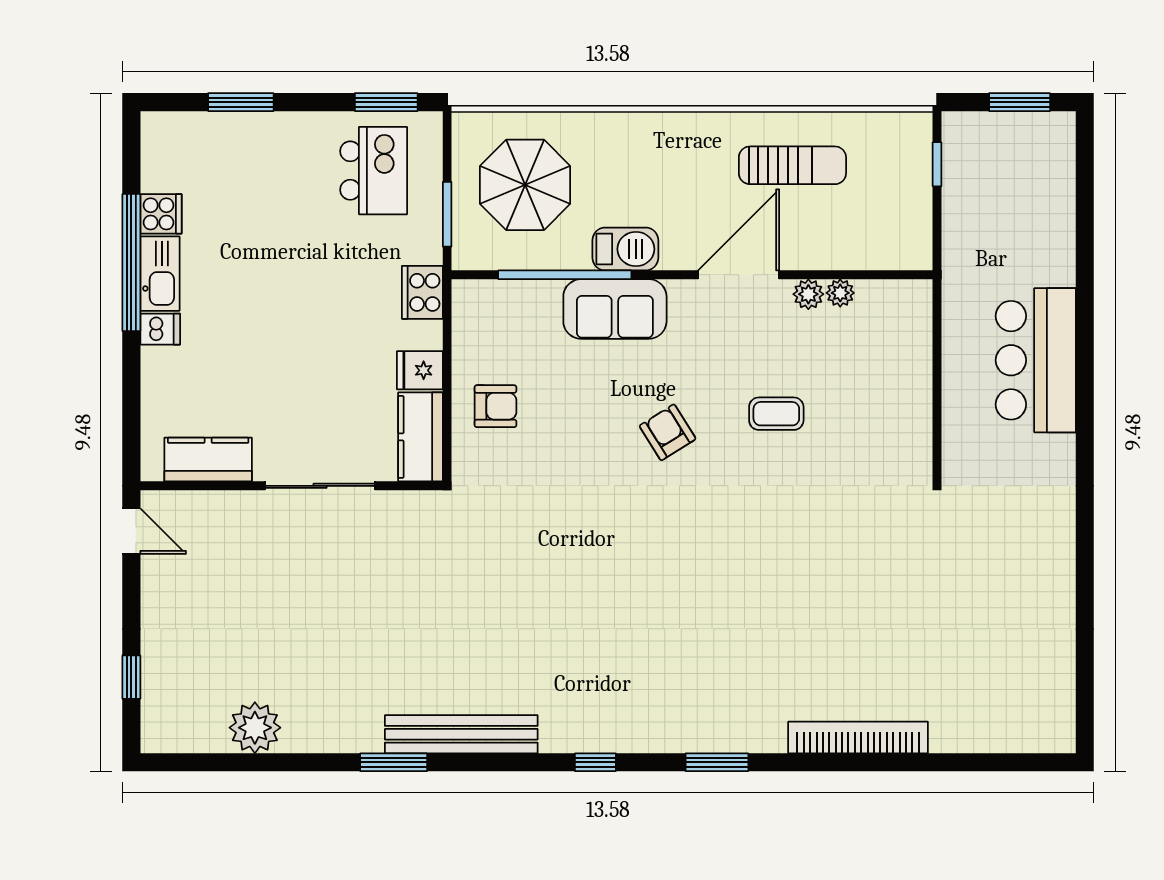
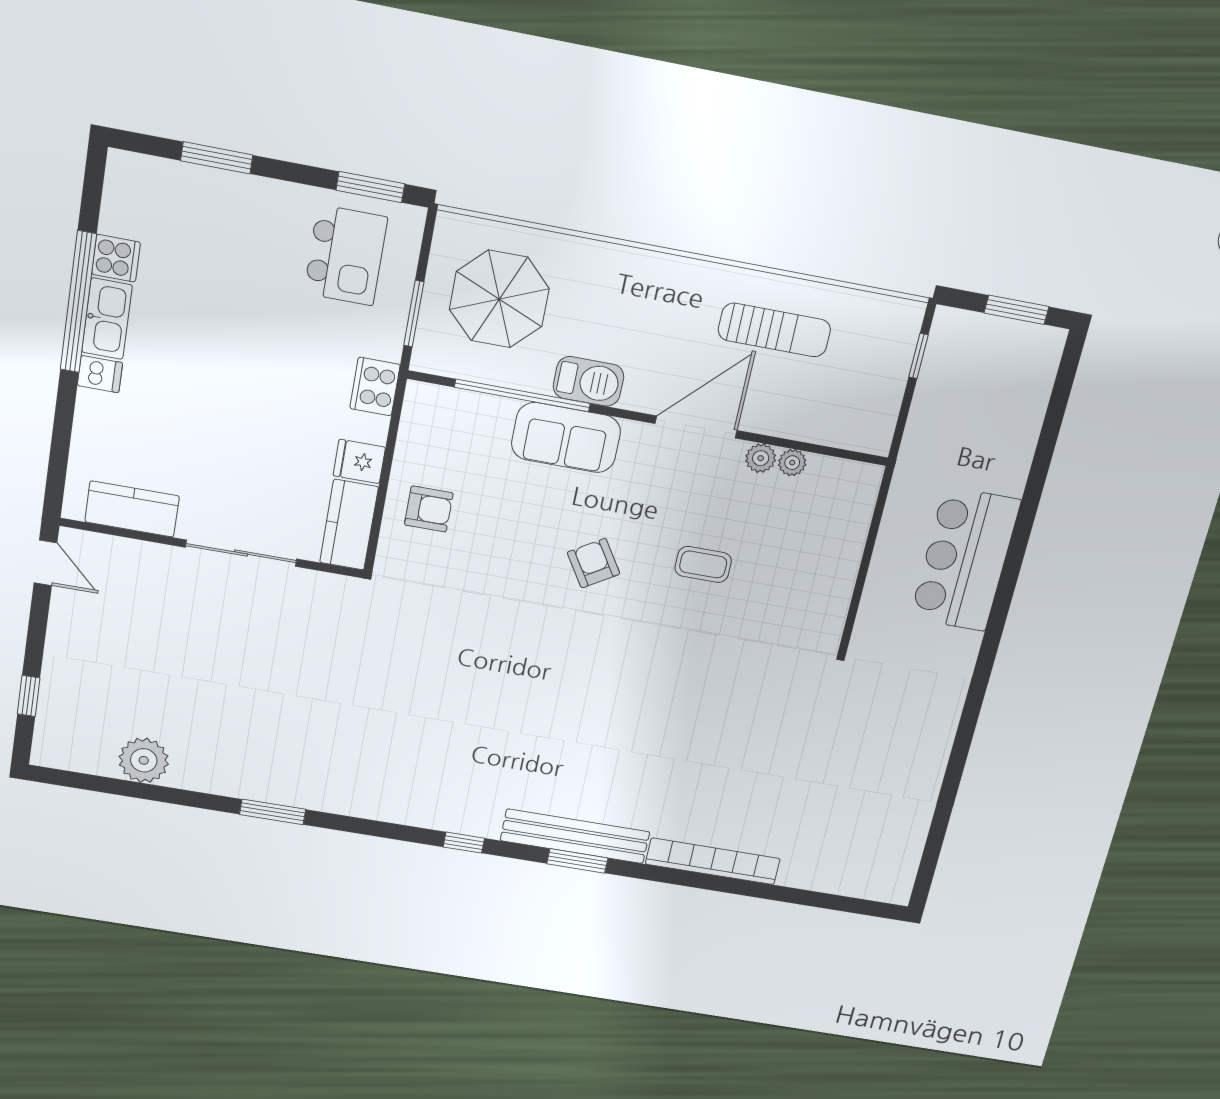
bench: (461, 734) -> (575, 836), moved

